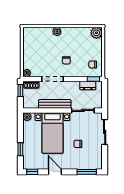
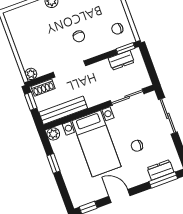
bench: (55, 104) -> (63, 110), moved
window: (20, 149) -> (54, 163), moved
dresser: (87, 165) -> (160, 170), added

